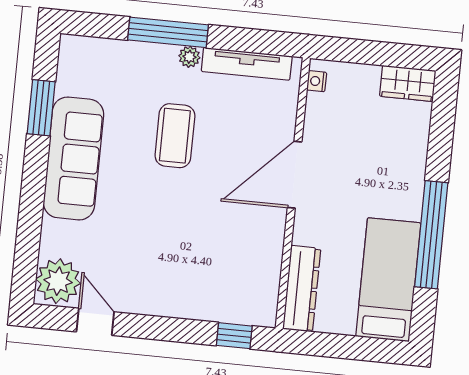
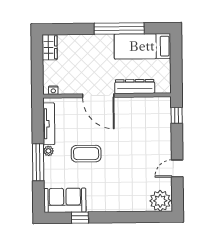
window: (41, 108) -> (80, 218), width x0.67
sofa: (73, 158) -> (65, 200), moved, width x0.73
dresser: (302, 289) -> (135, 87), moved
door: (95, 322) -> (177, 168), moved

